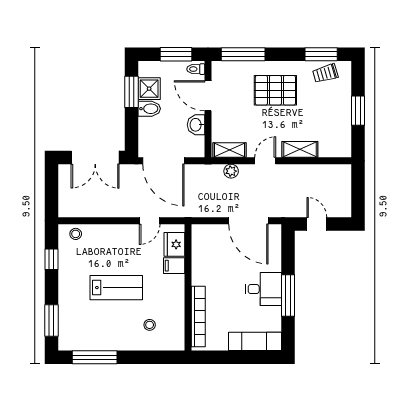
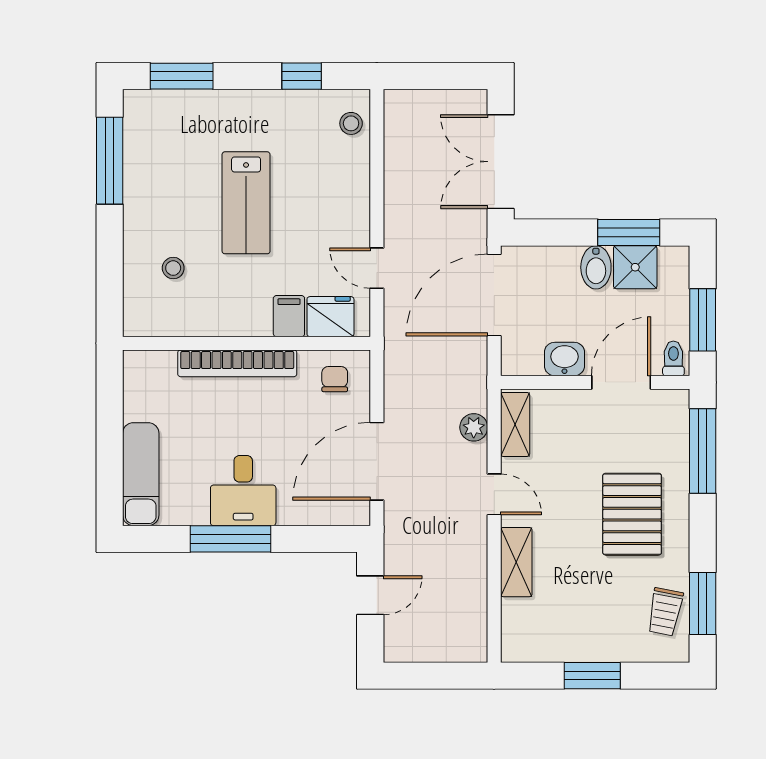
trolley: (325, 73) -> (665, 612), turned -153
chair: (206, 242) -> (335, 379), added
bookcase: (198, 317) -> (237, 363), moved

